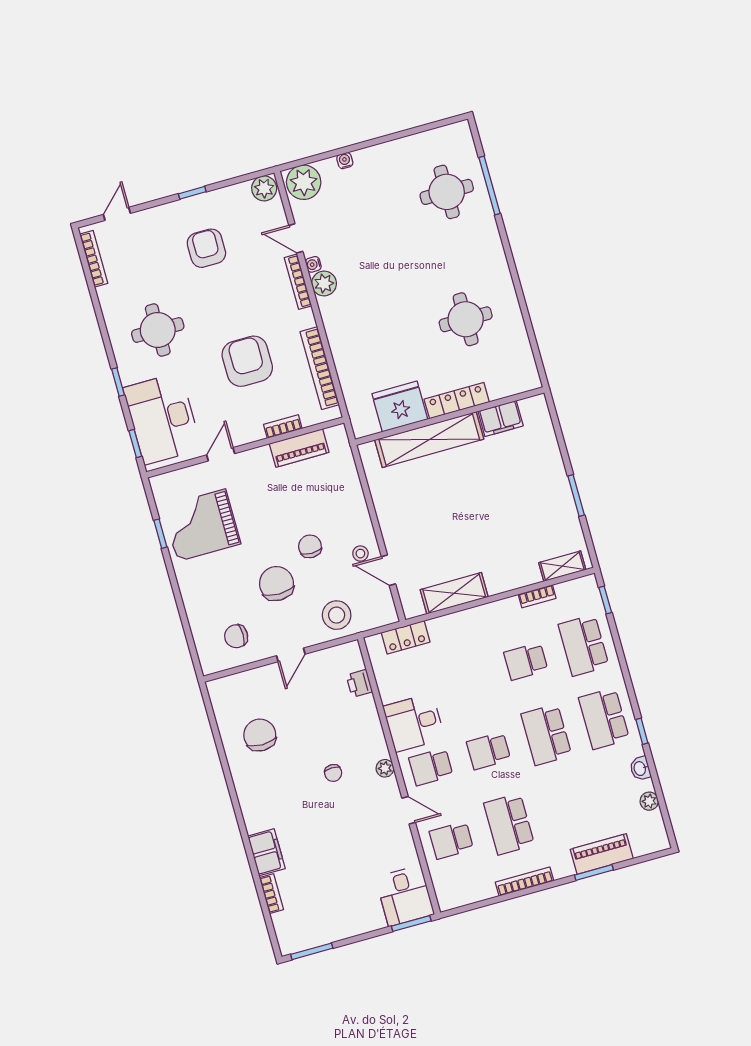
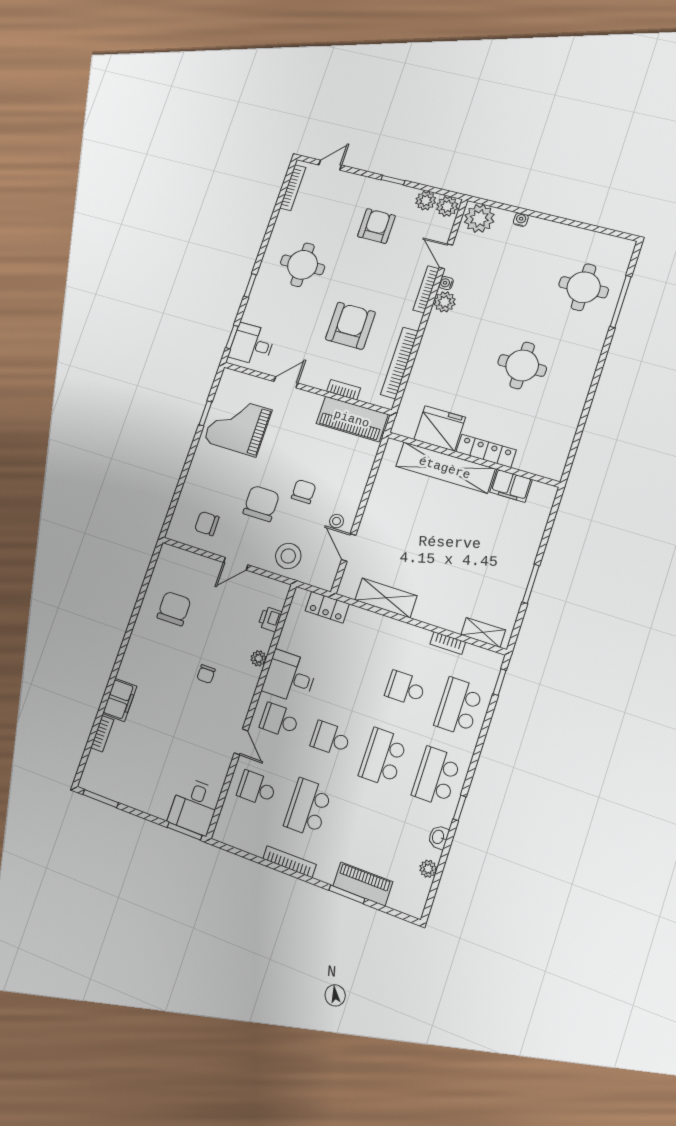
plant: (239, 195) -> (426, 201), added
round table: (466, 319) -> (522, 365), moved
desk: (162, 418) -> (252, 344), width x0.53, depth x0.77
piano: (299, 448) -> (352, 419), width x1.37, depth x1.33
plant: (385, 768) -> (259, 658), moved

